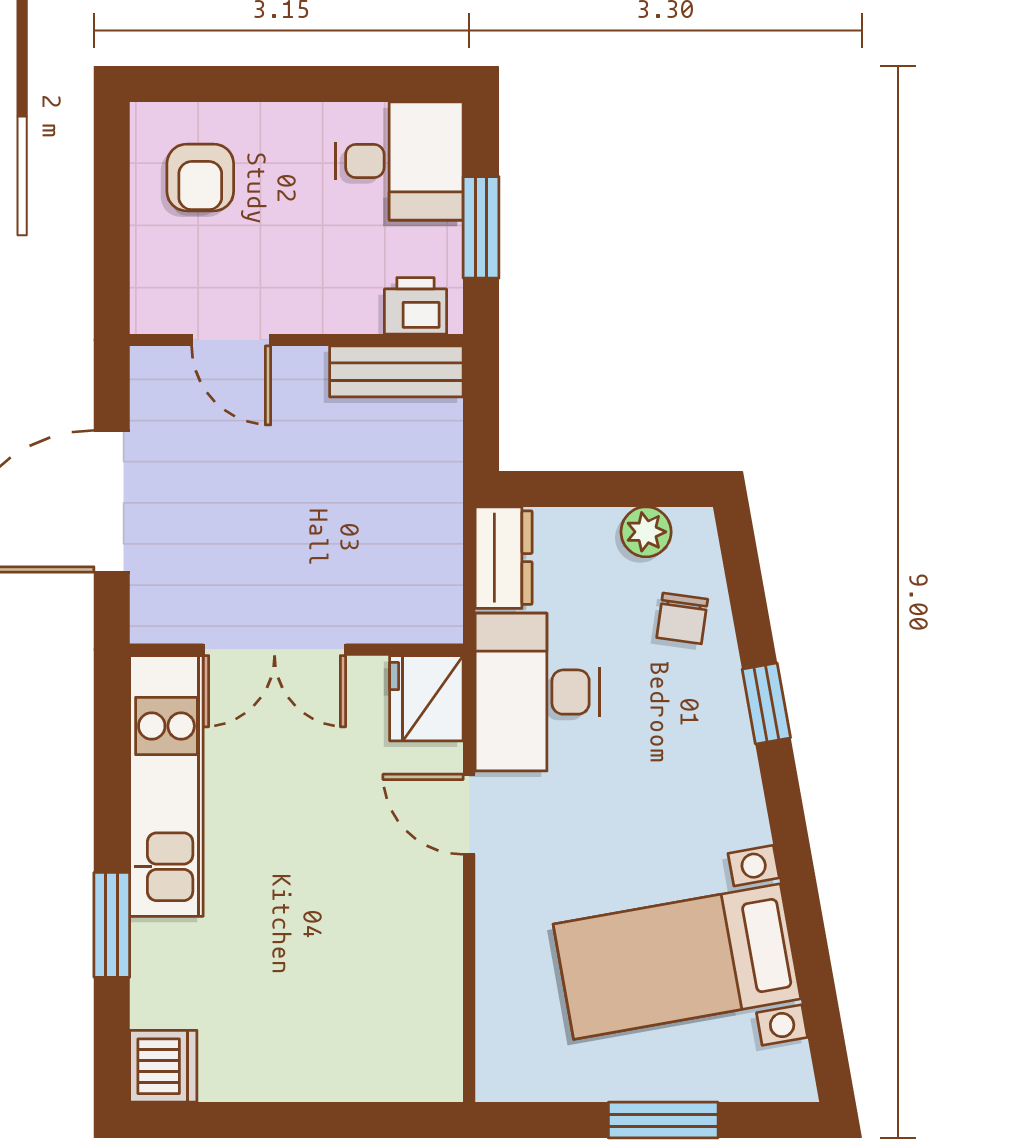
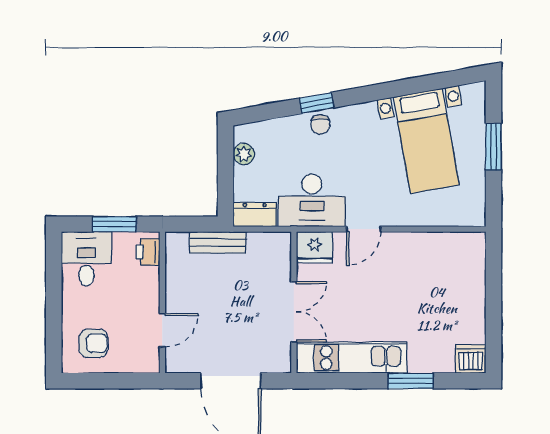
bench: (396, 371) -> (218, 242), moved, turned 90
chair: (682, 618) -> (320, 125), moved, turned 82

